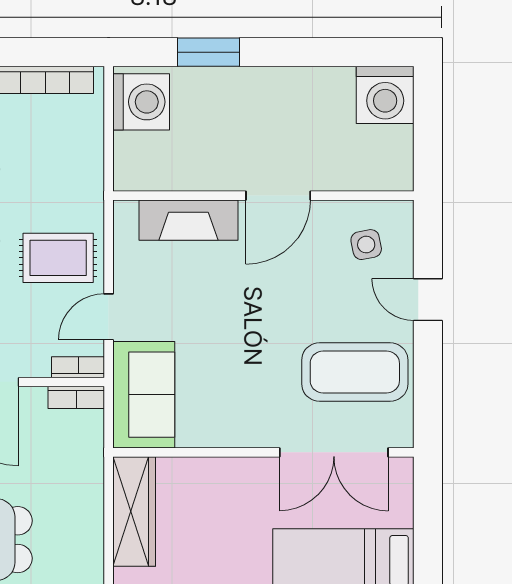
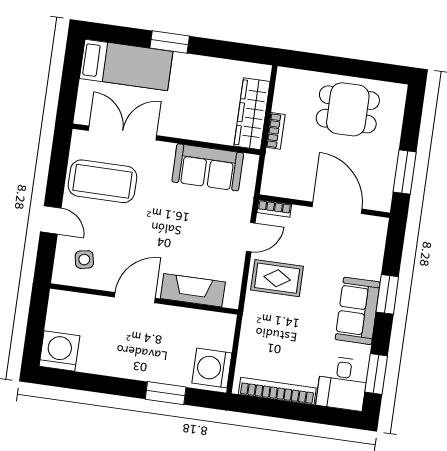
sofa: (144, 395) -> (208, 167), moved, turned -90
bookcase: (76, 397) -> (276, 131), moved, turned 90

